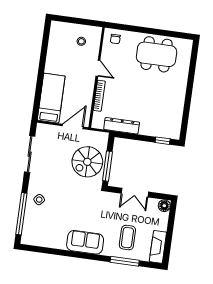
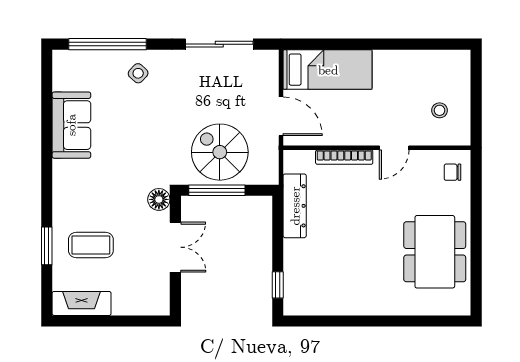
double door: (135, 193) -> (175, 247), swing flipped
floor lamp: (164, 206) -> (159, 199), moved
sofa: (85, 242) -> (71, 125), moved
window: (125, 261) -> (47, 246), width x0.69

